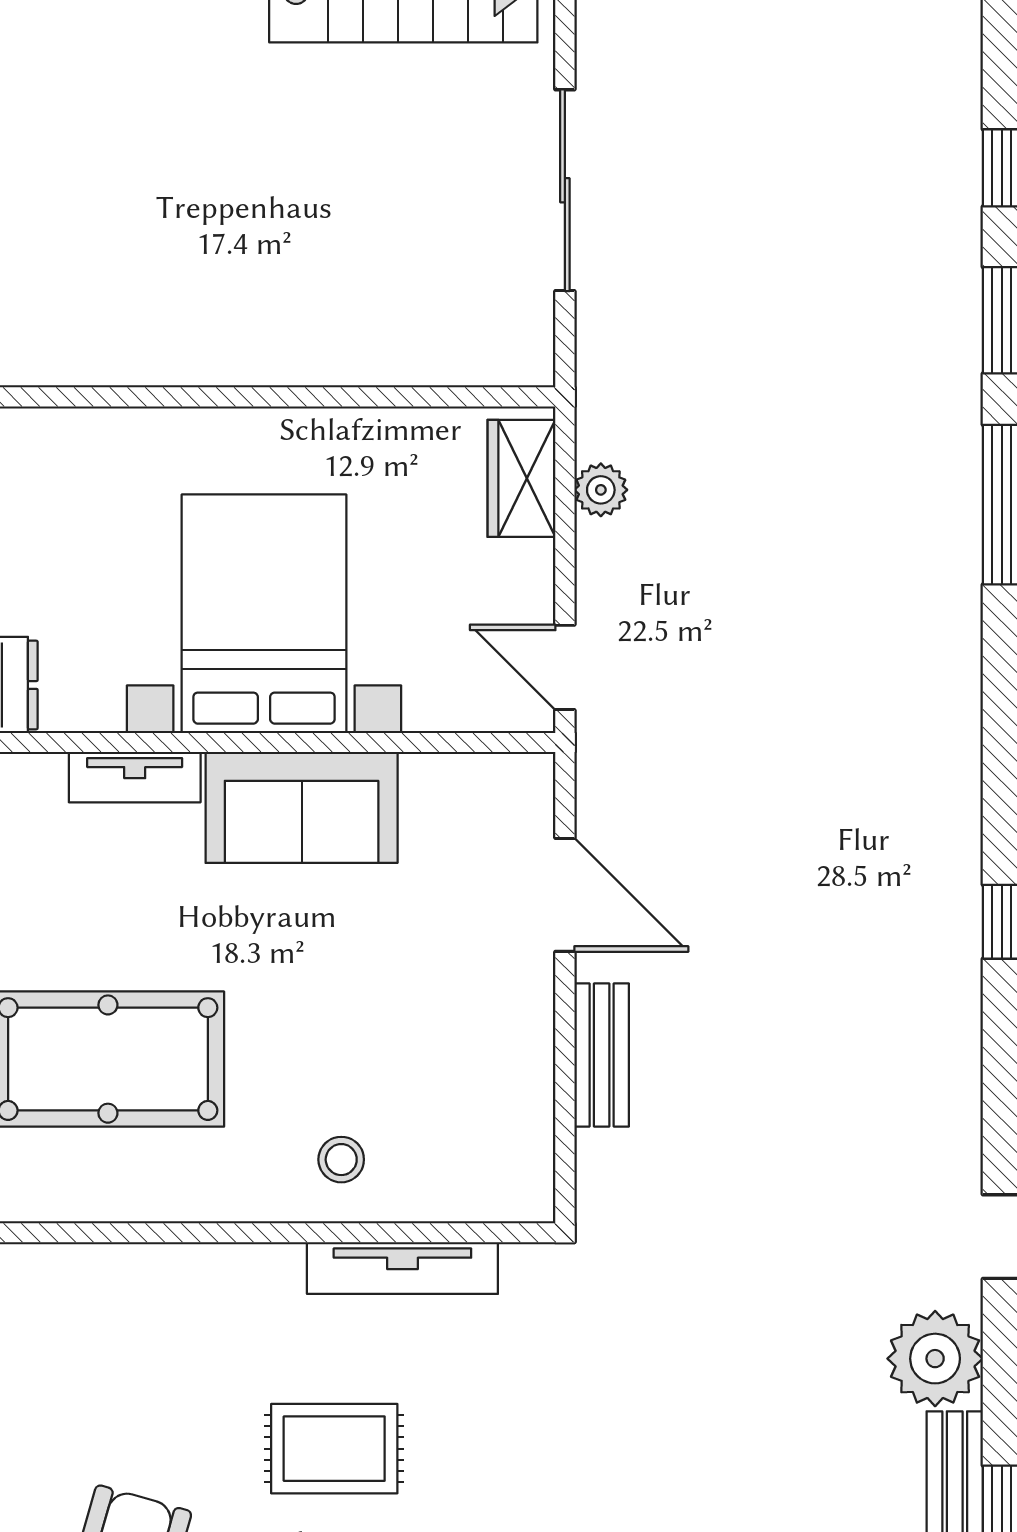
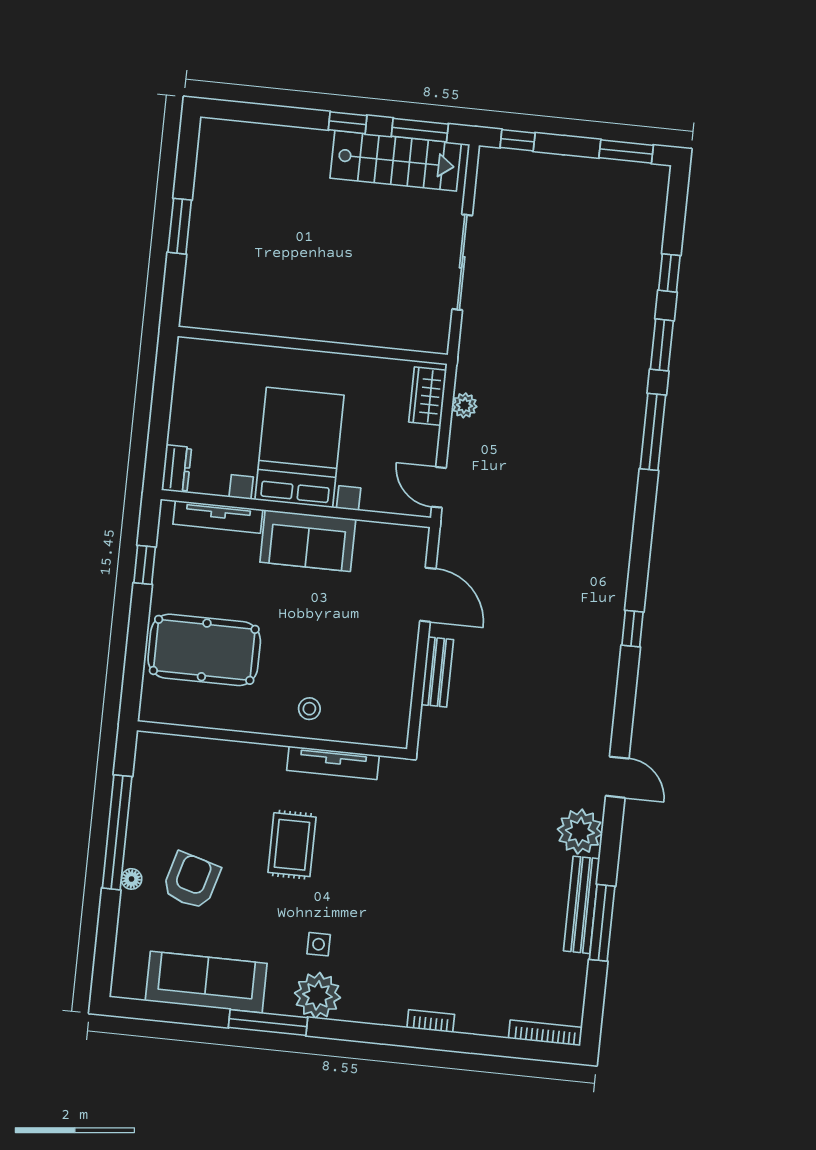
tv unit: (135, 777) -> (218, 517), width x1.41
rug: (334, 1449) -> (292, 845), turned 90

